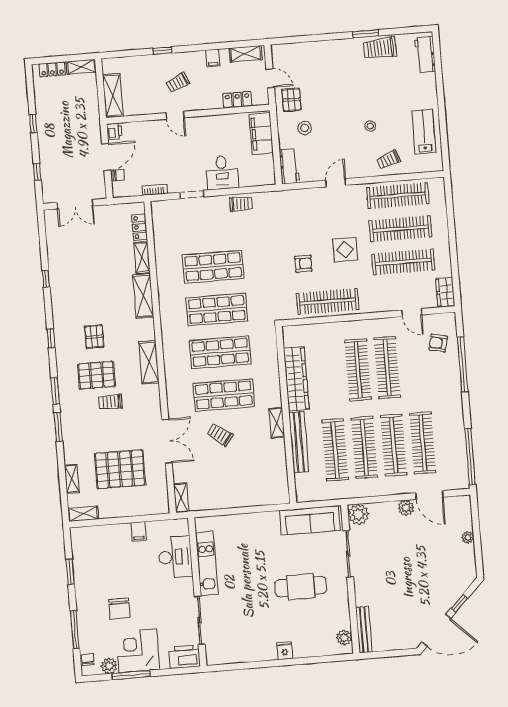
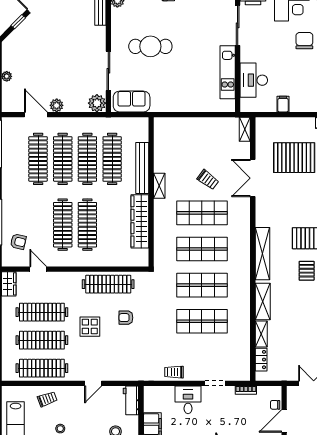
shelving: (149, 362) -> (262, 254), width x1.47
trolley: (110, 402) -> (298, 215), removed
sofa: (310, 520) -> (132, 102), width x0.73

